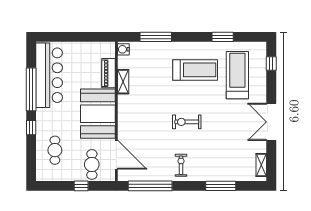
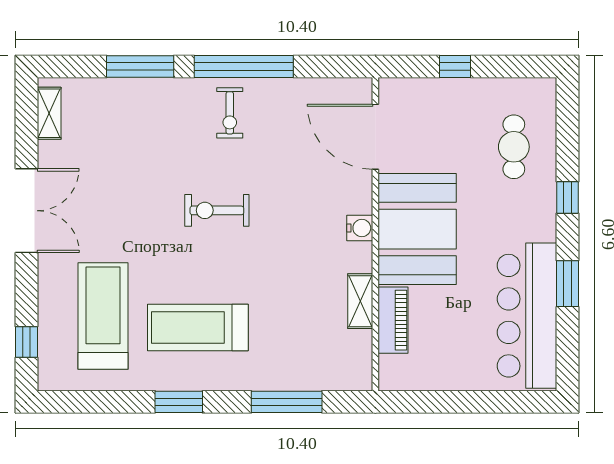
window: (223, 37) -> (179, 402), moved
water cooler: (123, 49) -> (360, 228), moved
treadmill: (237, 75) -> (103, 316), turned 180
window: (31, 89) -> (567, 284), width x0.47
exercise bike: (187, 122) -> (217, 210), turned 180
cafe table: (92, 164) -> (431, 115), removed
window: (150, 186) -> (244, 66), moved

